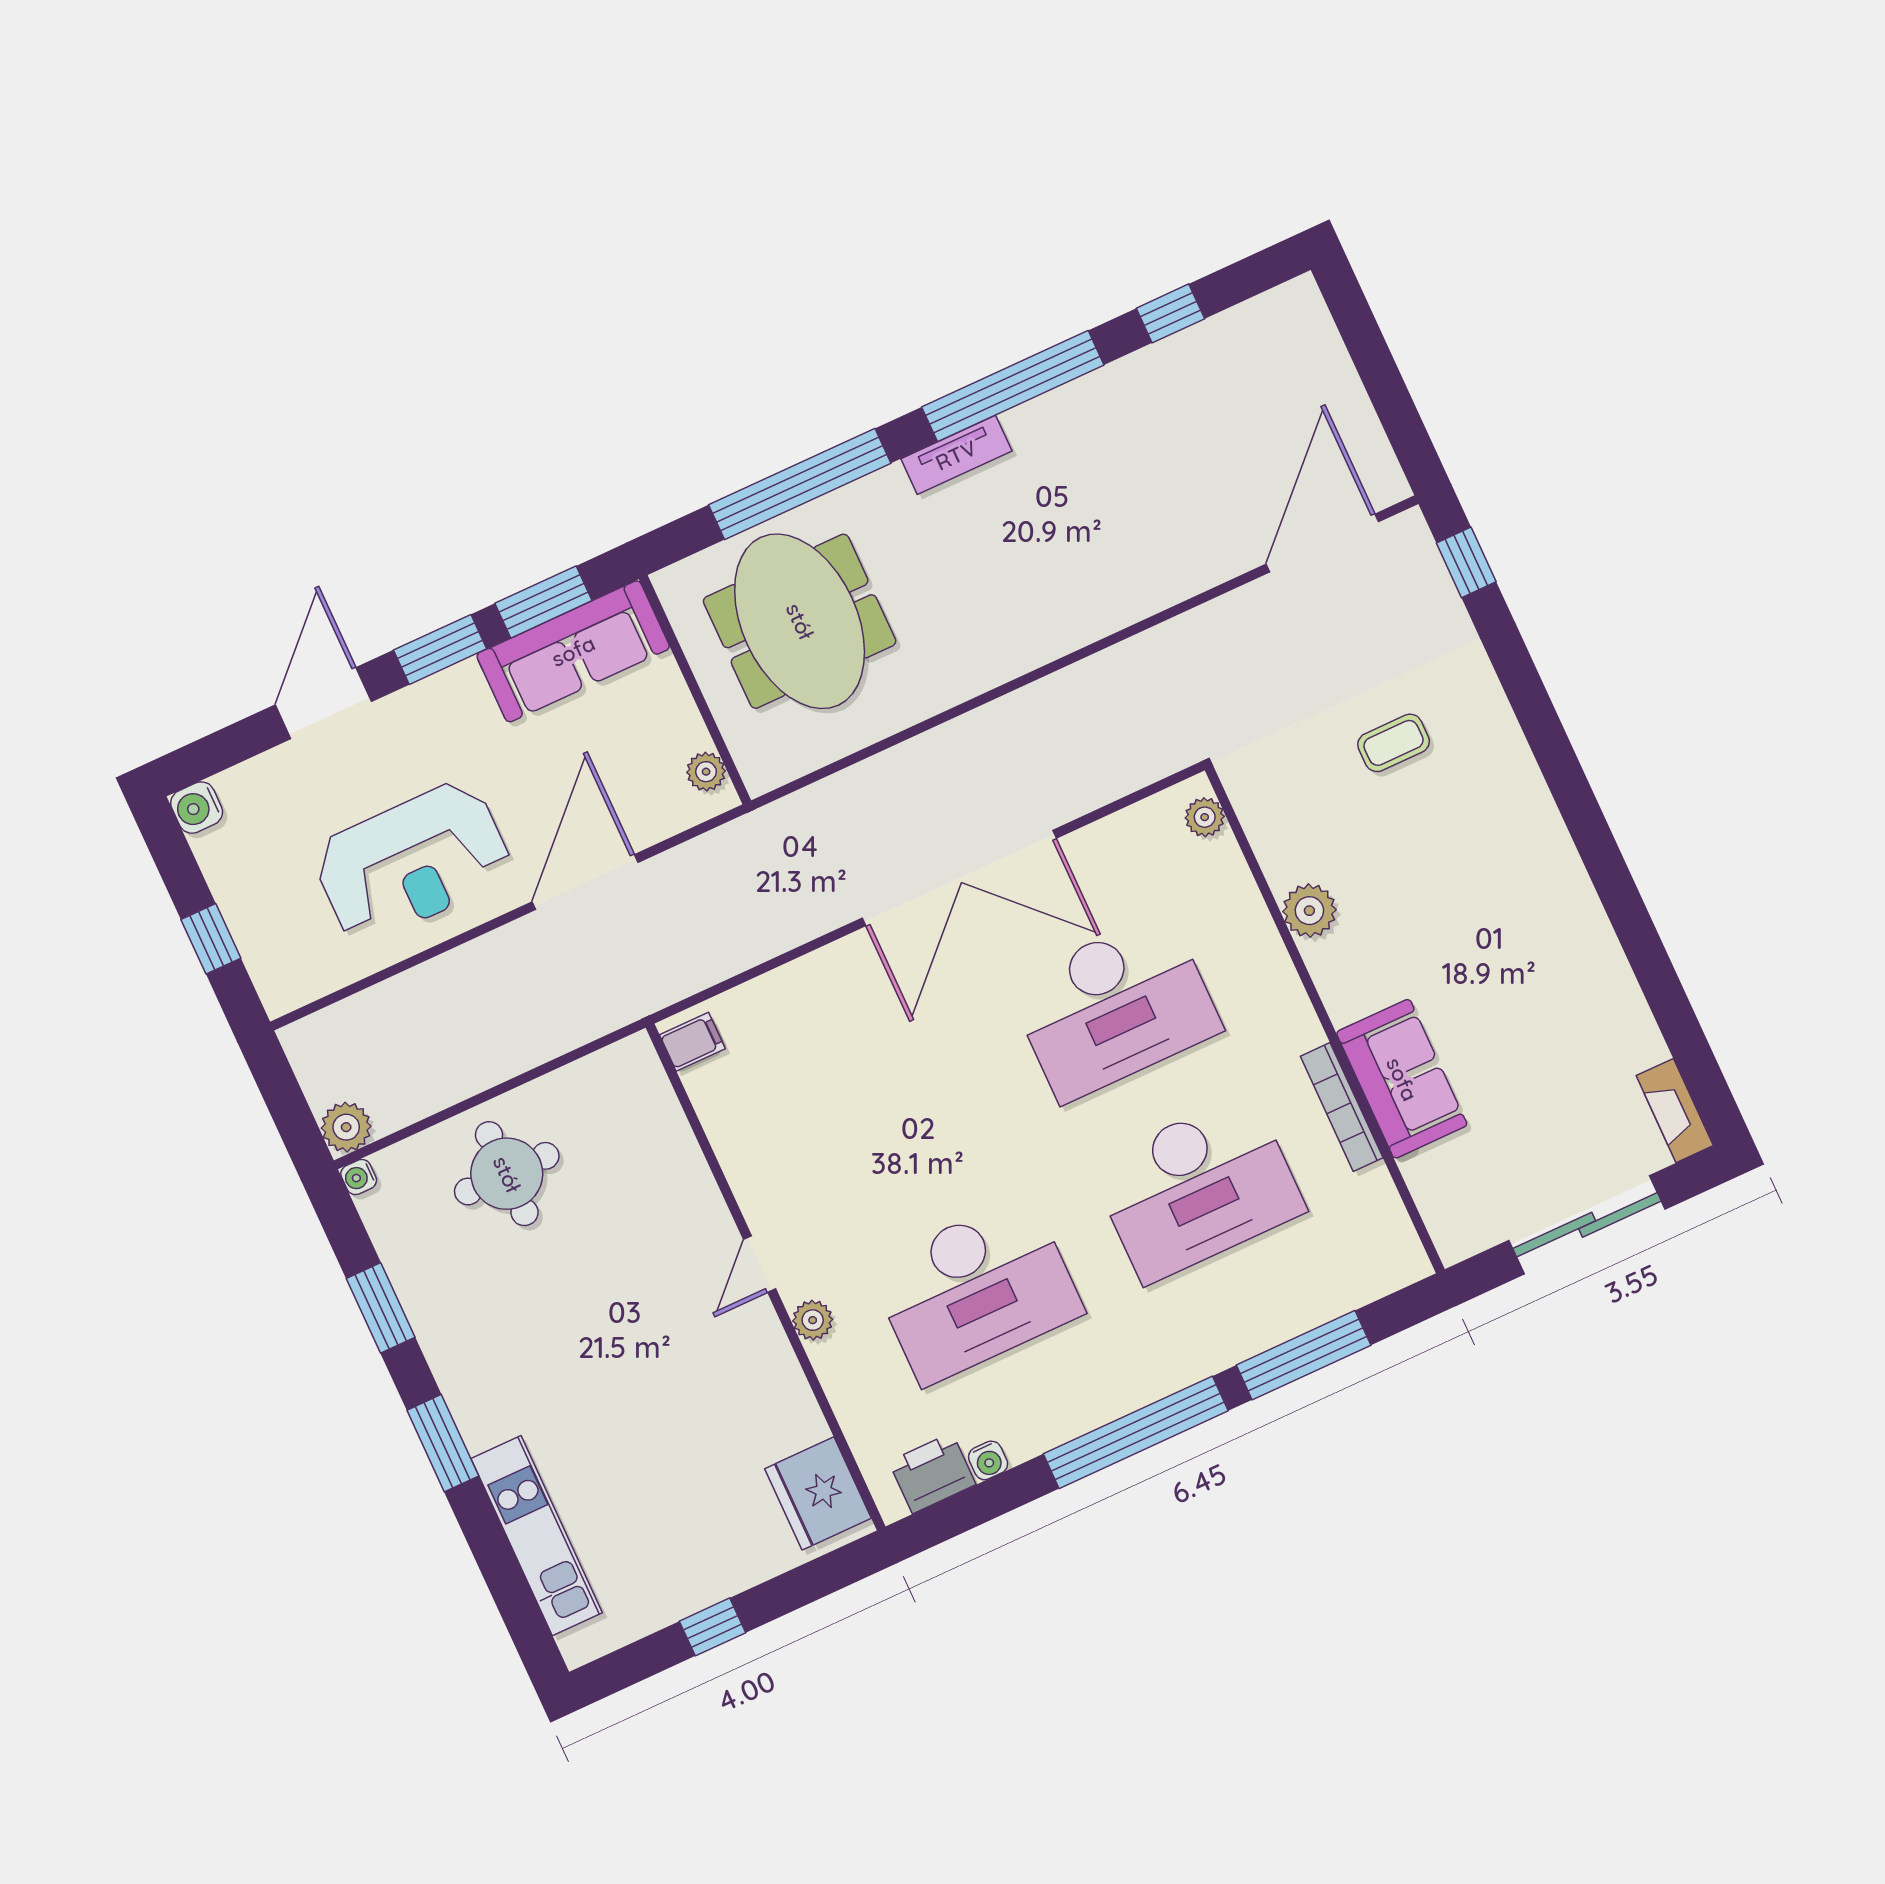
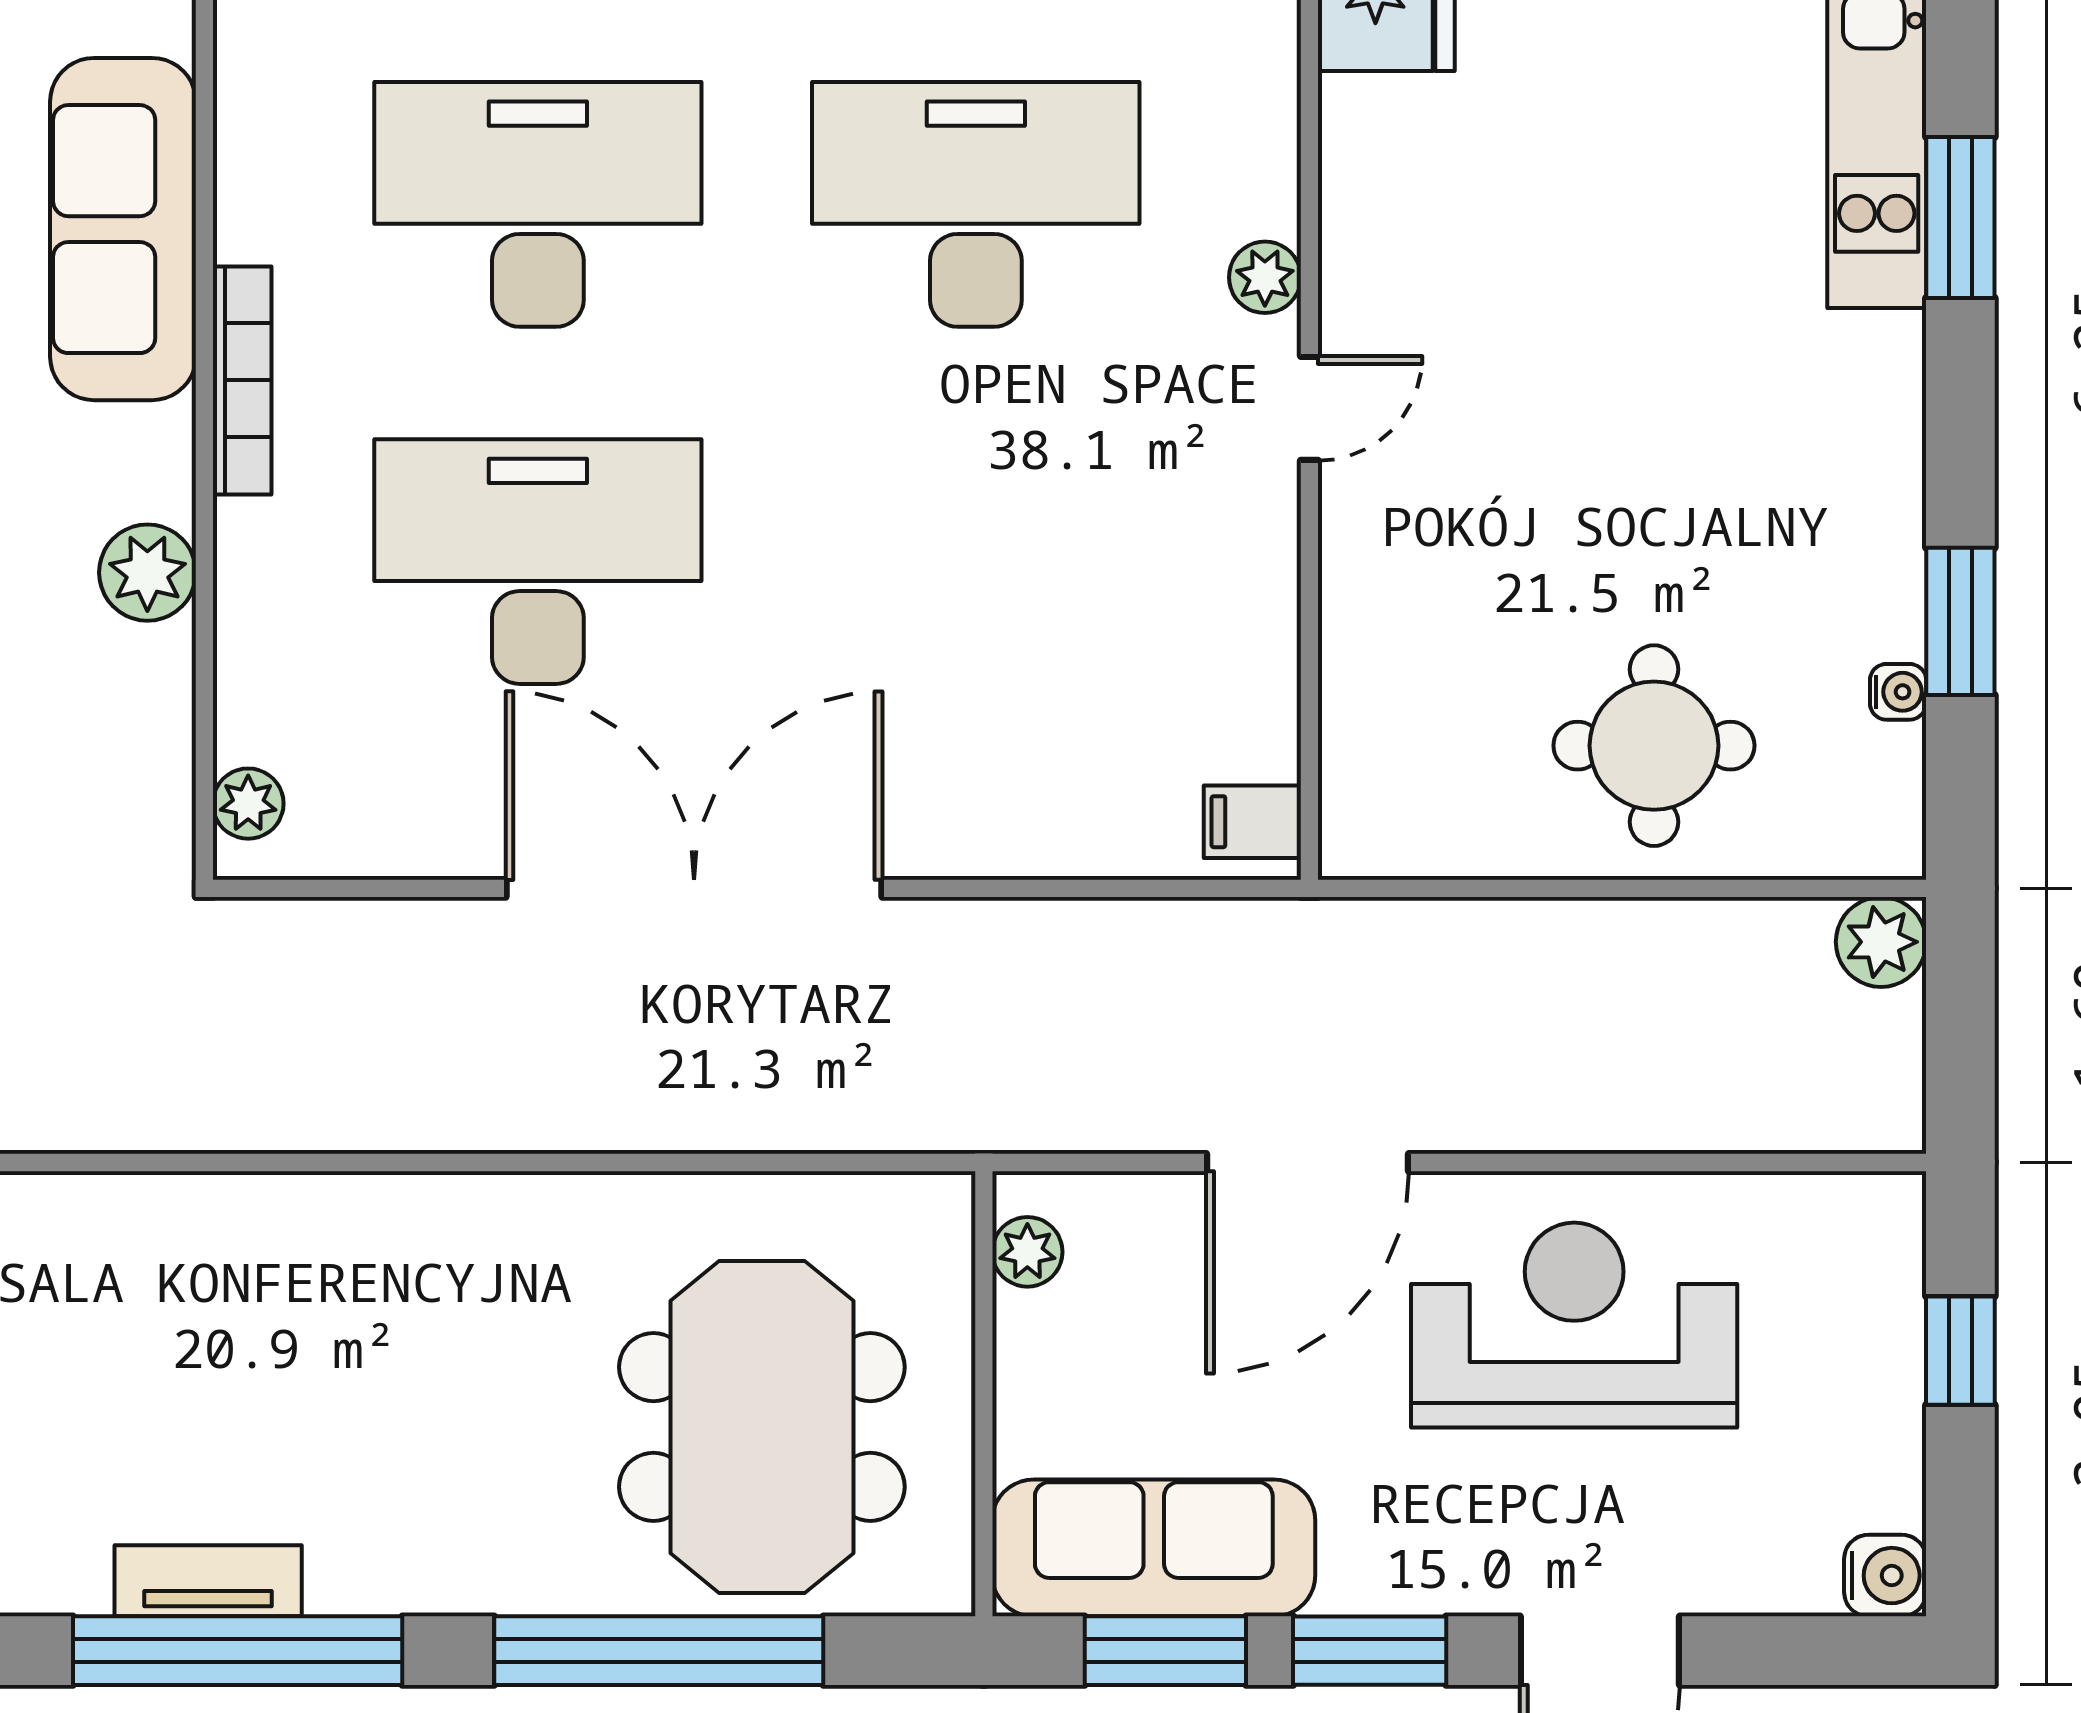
tv unit: (956, 455) -> (208, 1581), moved
sofa: (1402, 1079) -> (123, 229), width x1.36
bookcase: (1342, 1107) -> (242, 380), moved
water cooler: (359, 1177) -> (1898, 692), moved
window: (443, 1443) -> (1960, 217), moved

